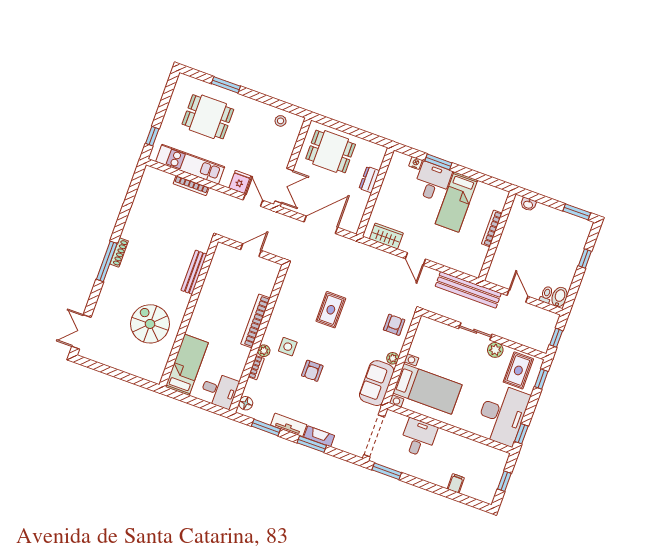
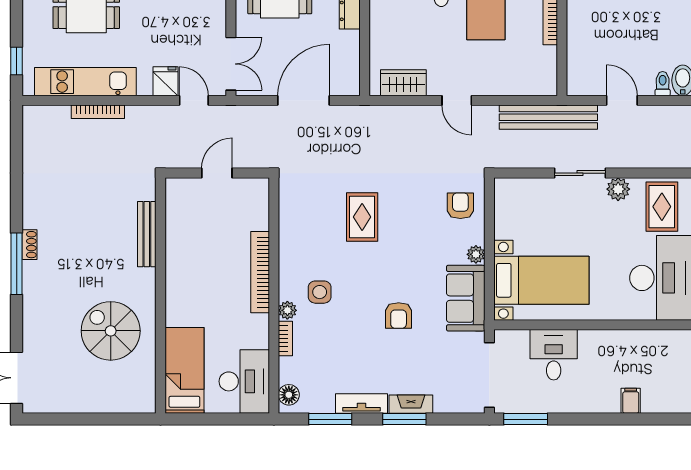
shoe rack: (119, 252) -> (29, 245), width x0.70
armchair: (312, 371) -> (399, 315), moved
desk: (219, 390) -> (244, 381), width x1.37

